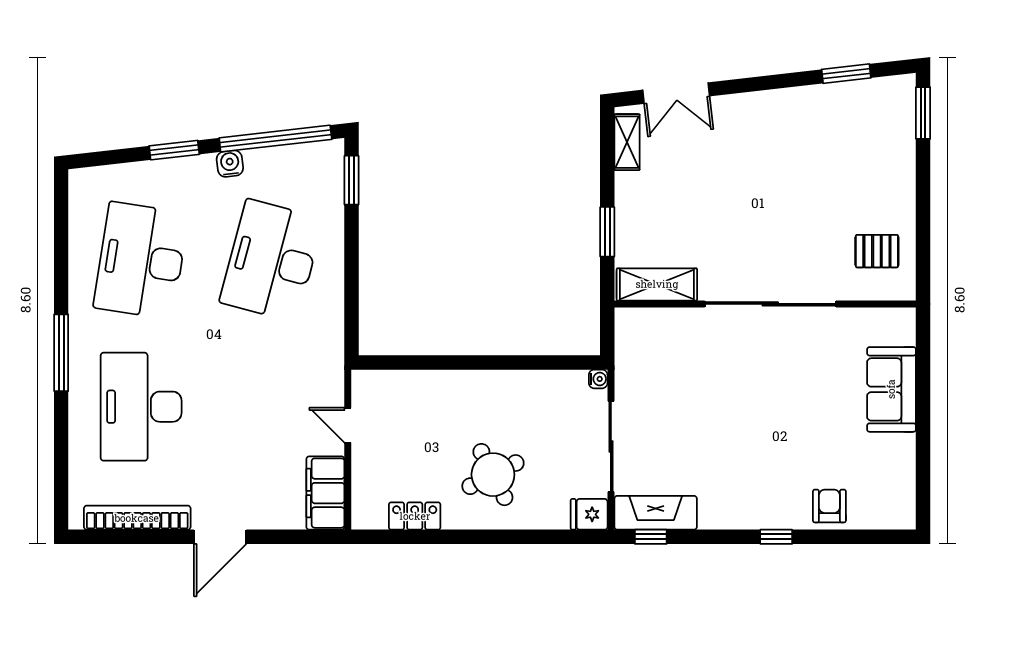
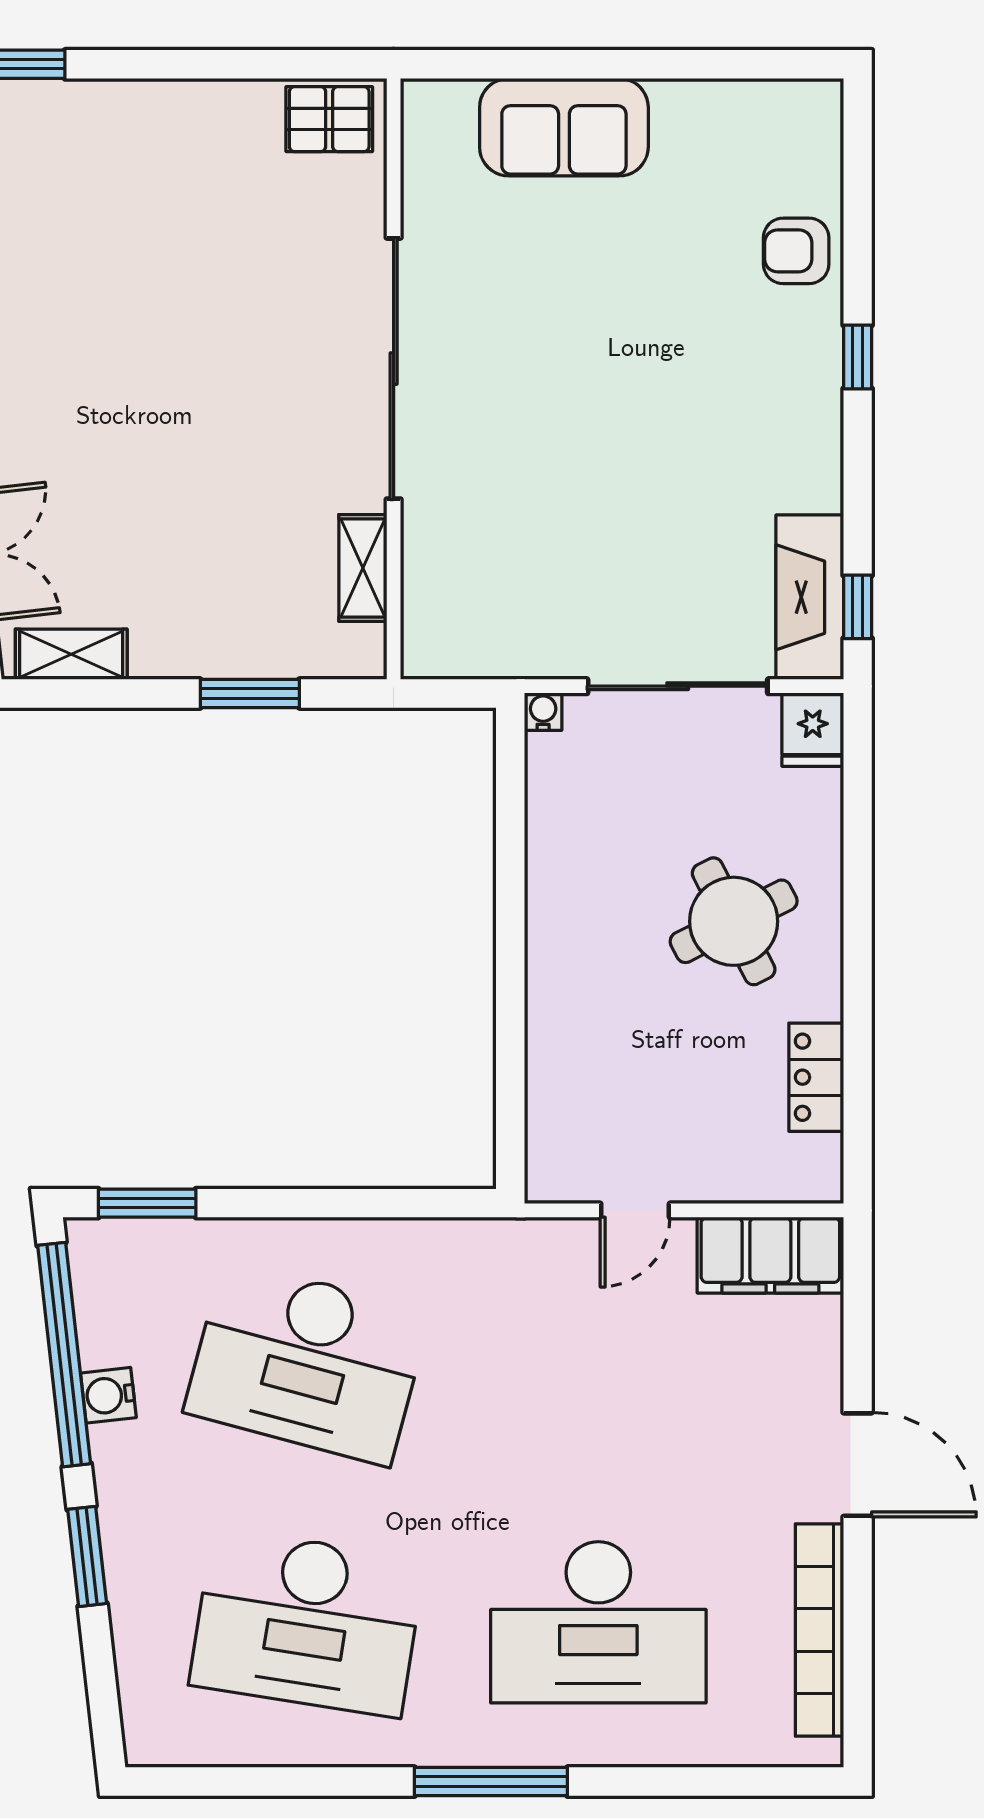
water cooler: (230, 164) -> (108, 1395), moved
pallet: (877, 251) -> (329, 119), moved, turned 90
shelving: (657, 284) -> (363, 568), width x0.67, depth x0.75

